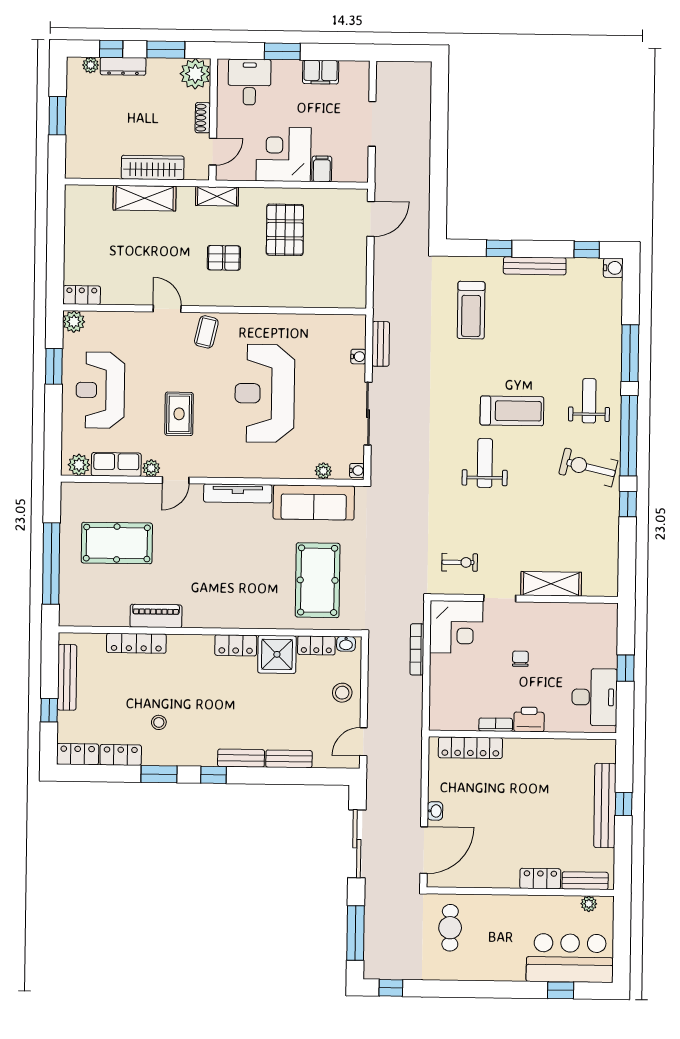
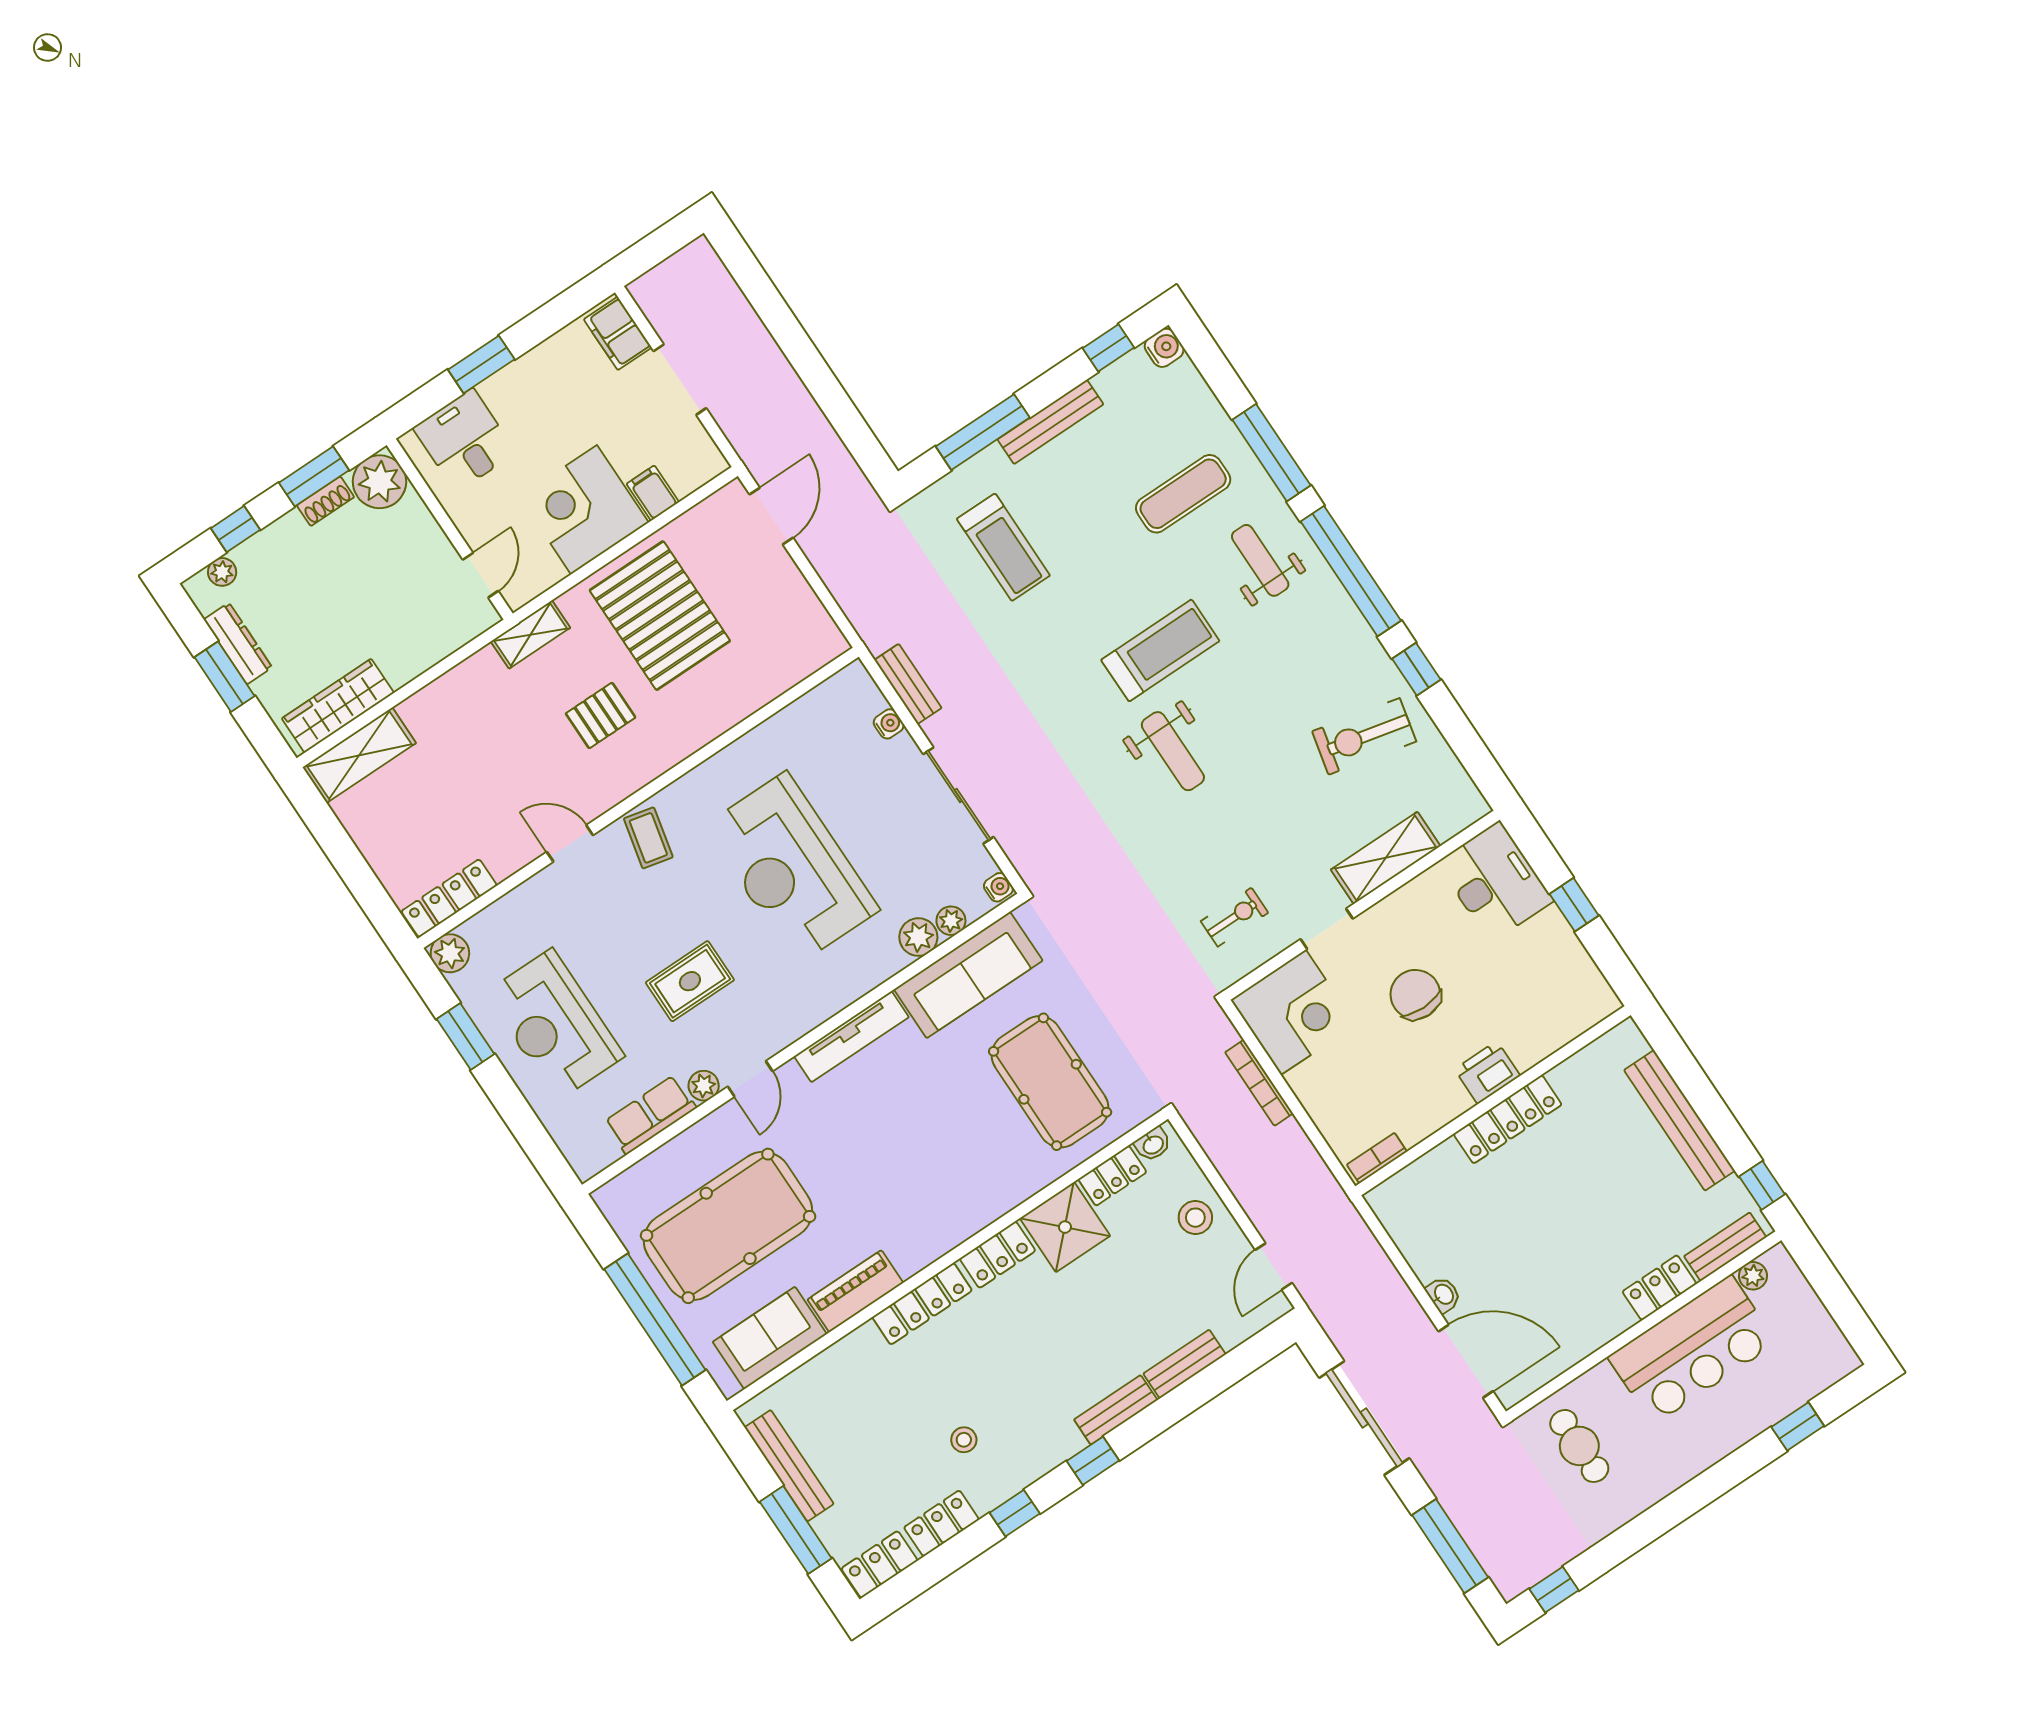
dresser: (123, 66) -> (238, 643), moved, turned -90
filing cabinet: (321, 72) -> (618, 333), moved, turned 90
shoe rack: (203, 118) -> (326, 501), moved, turned -90
wardrobe: (153, 168) -> (338, 706), moved
shelving: (145, 198) -> (359, 755), moved
pallet: (285, 230) -> (660, 616), width x1.37, depth x1.41
window: (499, 248) -> (983, 432), width x2.17
locker: (82, 295) -> (449, 898), width x1.53
exercise mat: (574, 344) -> (1183, 494), added
rug: (179, 414) -> (690, 981), turned 90
weight bench: (485, 463) -> (1173, 751), turned 180
plant: (79, 465) -> (918, 937), moved
exercise bike: (588, 467) -> (1364, 736), moved
pool table: (117, 543) -> (728, 1226), width x1.36, depth x1.32
sofa: (100, 610) -> (770, 1338), added
locker: (136, 643) -> (922, 1304), moved
chair: (520, 659) -> (1415, 995), width x1.87, depth x1.87
desk: (595, 697) -> (1495, 882), moved
window: (49, 710) -> (796, 1530), width x2.17
bookcase: (496, 725) -> (1377, 1158), moved
locker: (470, 748) -> (1508, 1119), moved
window: (159, 774) -> (1015, 1513), width x0.67
window: (624, 804) -> (1762, 1185), moved
door: (424, 850) -> (1466, 1361), hinge flipped
bar counter: (570, 958) -> (1692, 1350), moved, turned 180

